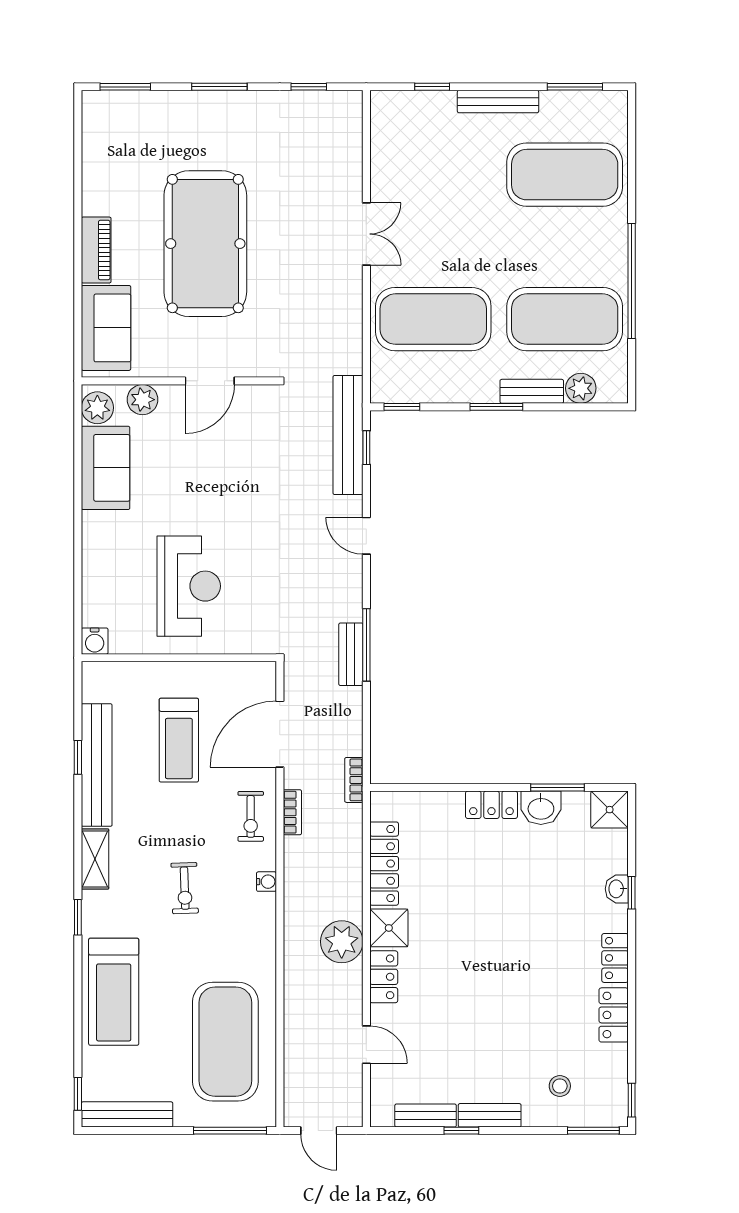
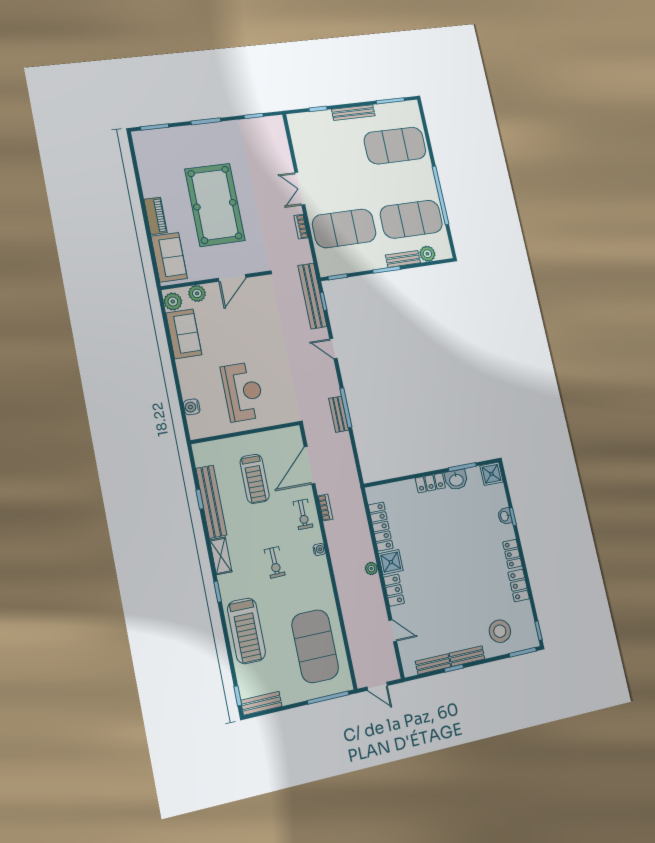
double door: (366, 234) -> (300, 189), swing flipped
water cooler: (95, 641) -> (192, 407), moved, turned 90
bookcase: (354, 780) -> (301, 227), moved
plant: (342, 942) -> (371, 568), width x0.53, depth x0.53
stool: (560, 1086) -> (500, 631), width x1.89, depth x1.89
bench: (127, 1114) -> (261, 703), width x0.73

